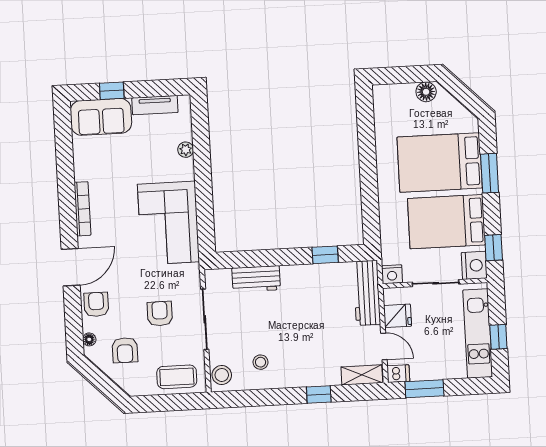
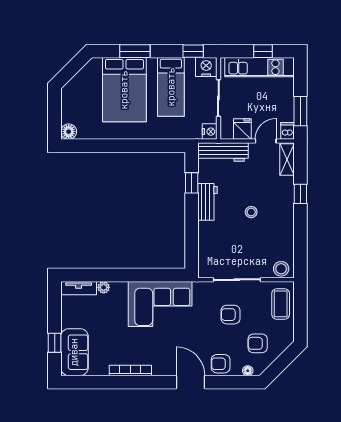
floor lamp: (426, 92) -> (69, 132), moved
tv unit: (155, 105) -> (79, 288), moved, turned 90
bookcase: (82, 209) -> (130, 370), moved
bed: (446, 222) -> (171, 87), width x0.67
workbench: (256, 279) -> (207, 202), moved
armchair: (125, 350) -> (258, 343), turned 180
stool: (261, 362) -> (251, 212), moved

